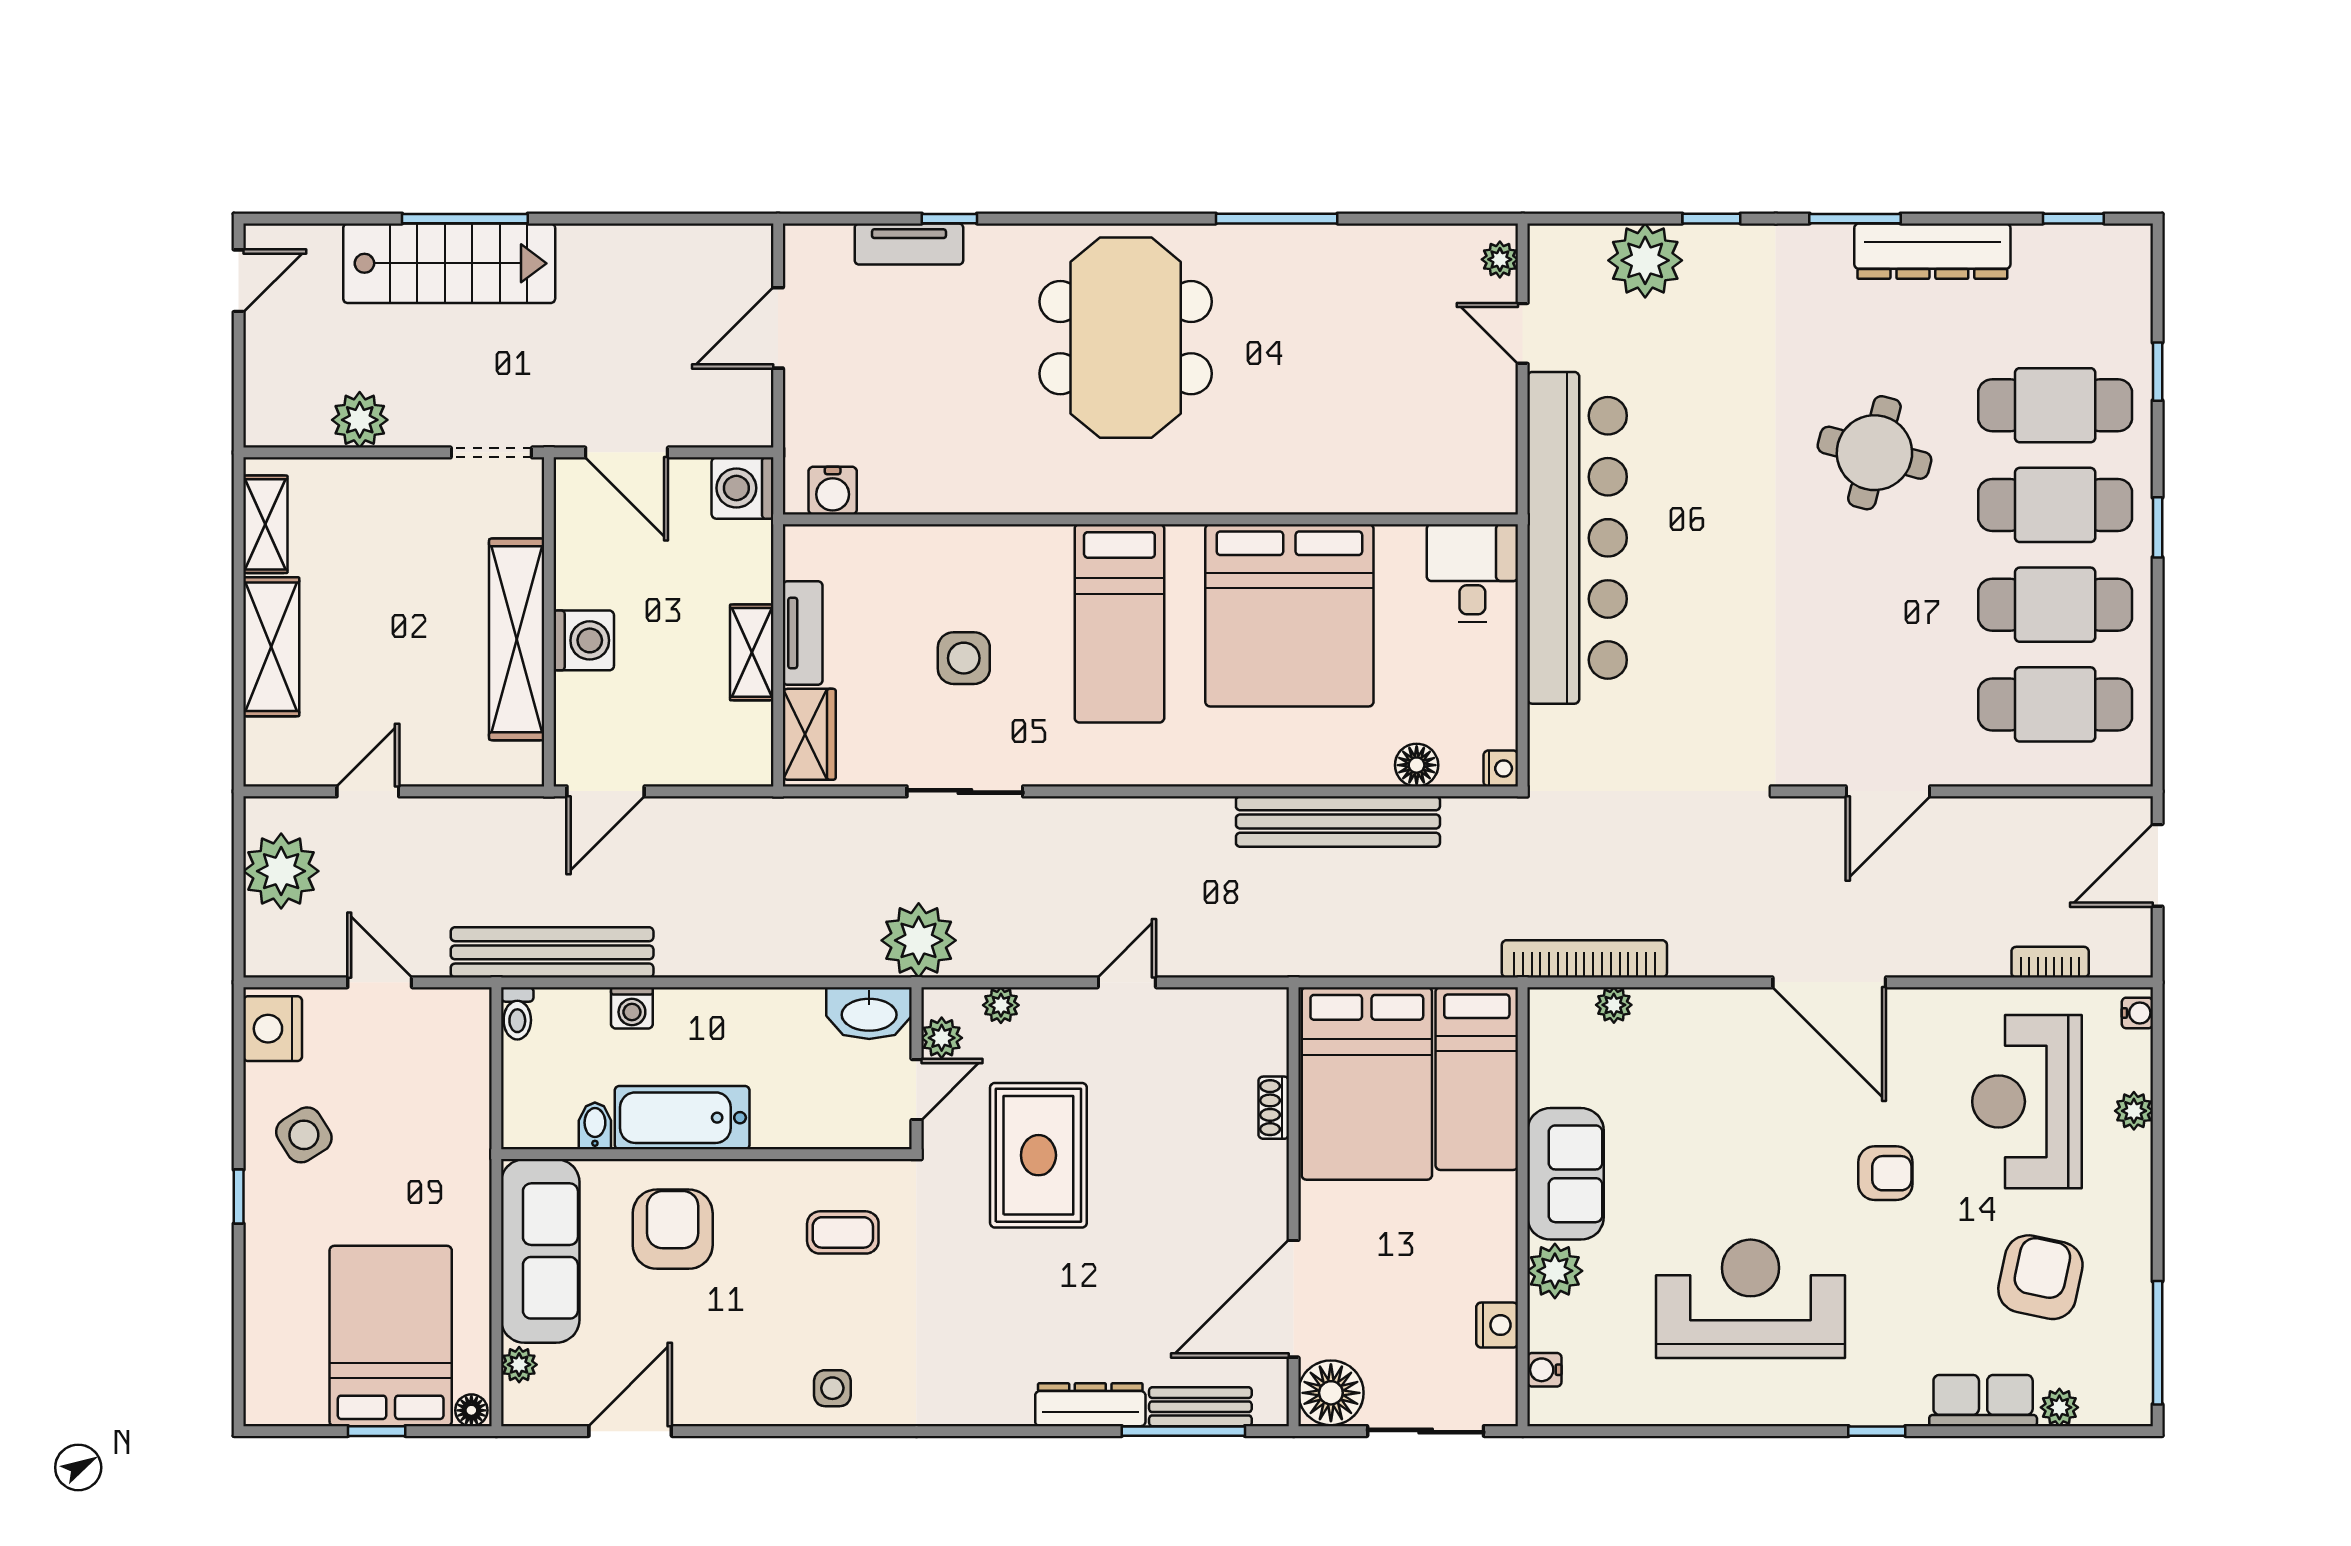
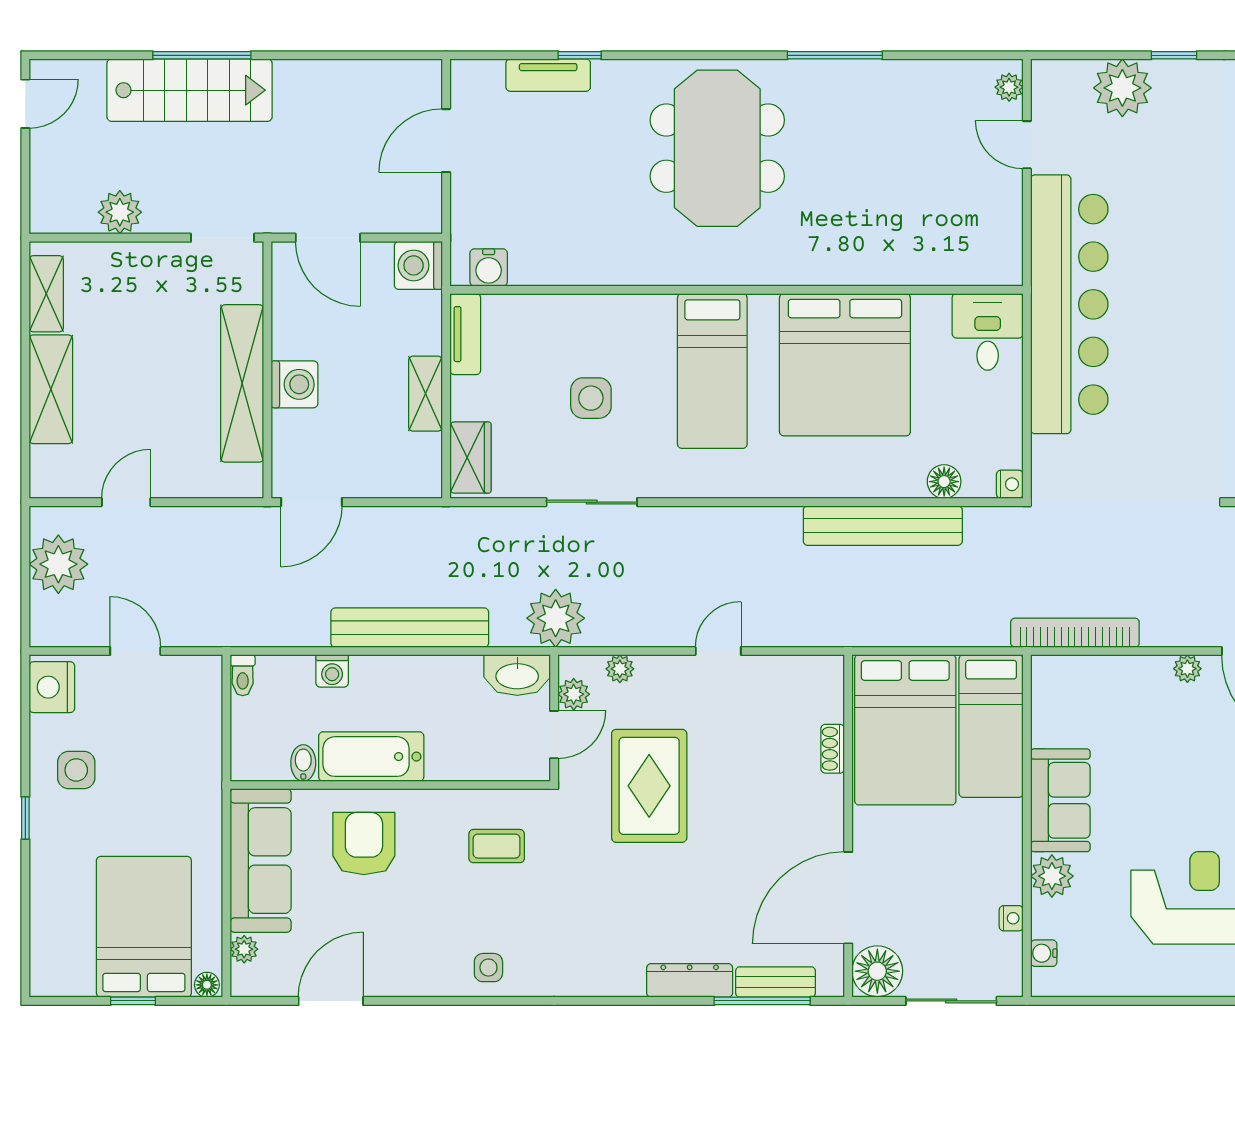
tv unit: (803, 633) -> (465, 334), moved
bench: (552, 952) -> (410, 628), moved
plant: (1614, 1005) -> (1187, 669), moved
side table: (304, 1135) -> (76, 770), turned 32
nightstand: (1497, 1325) -> (1011, 918), width x0.72, depth x0.74

